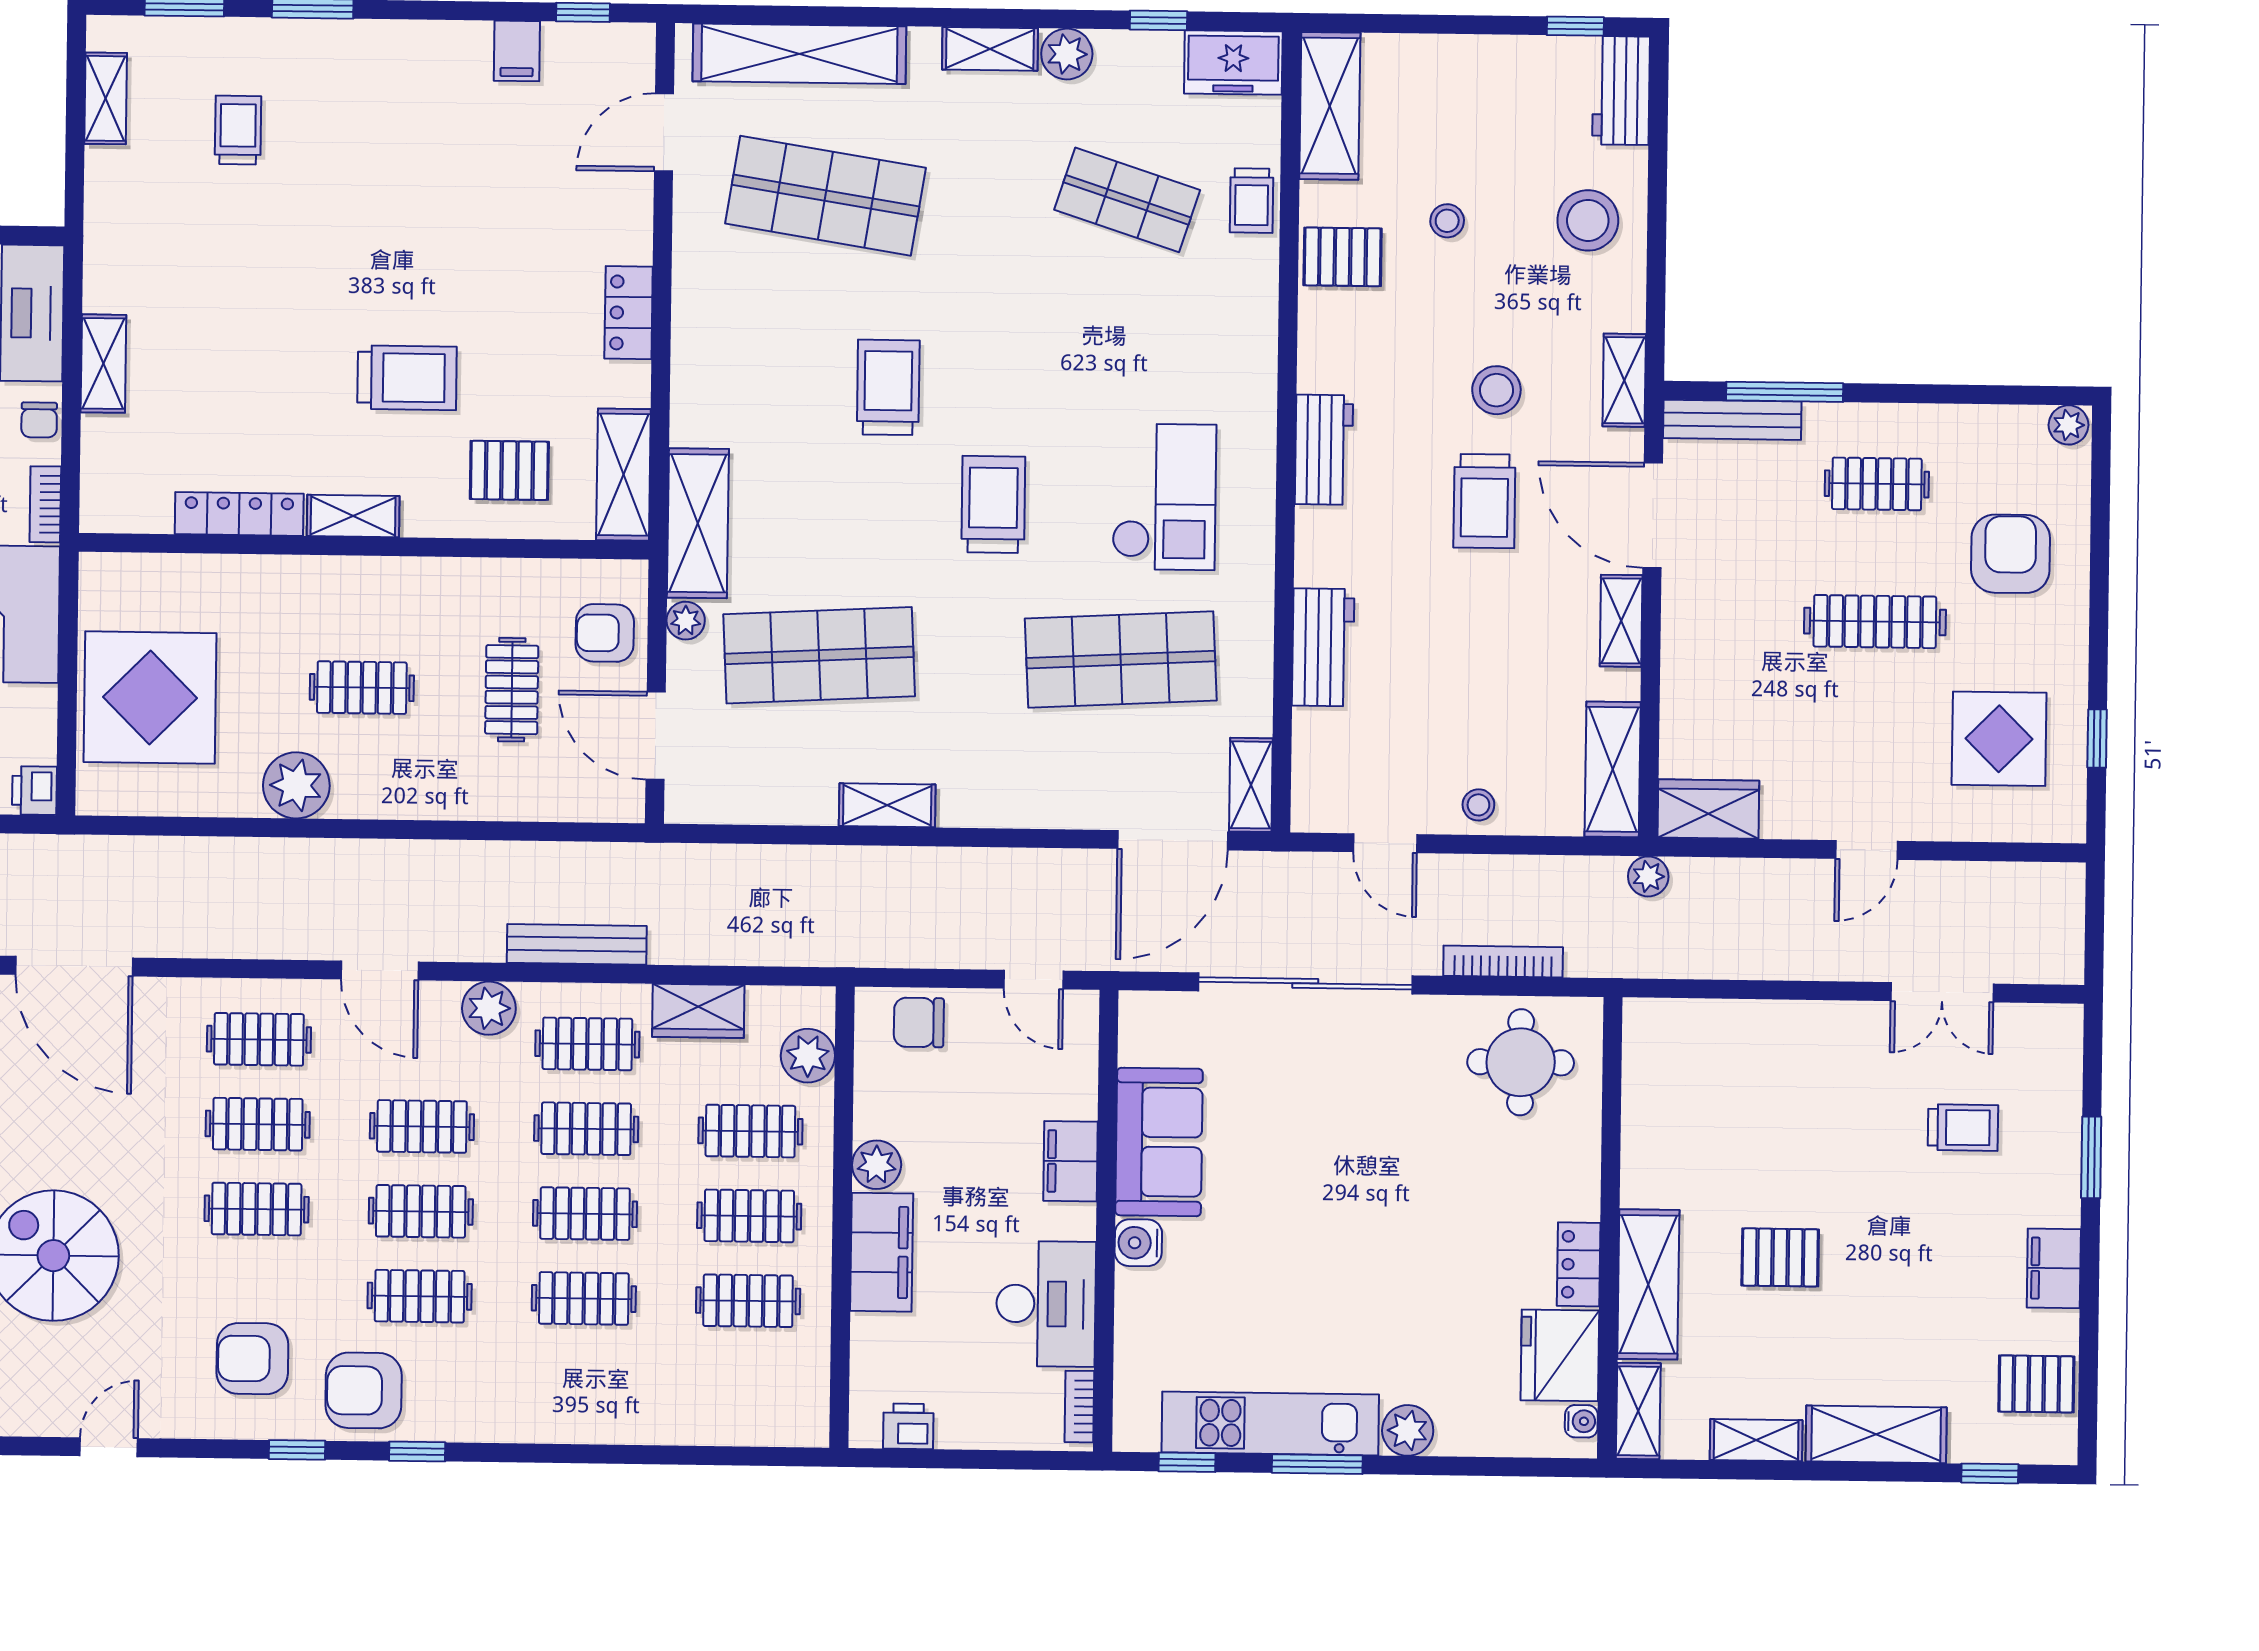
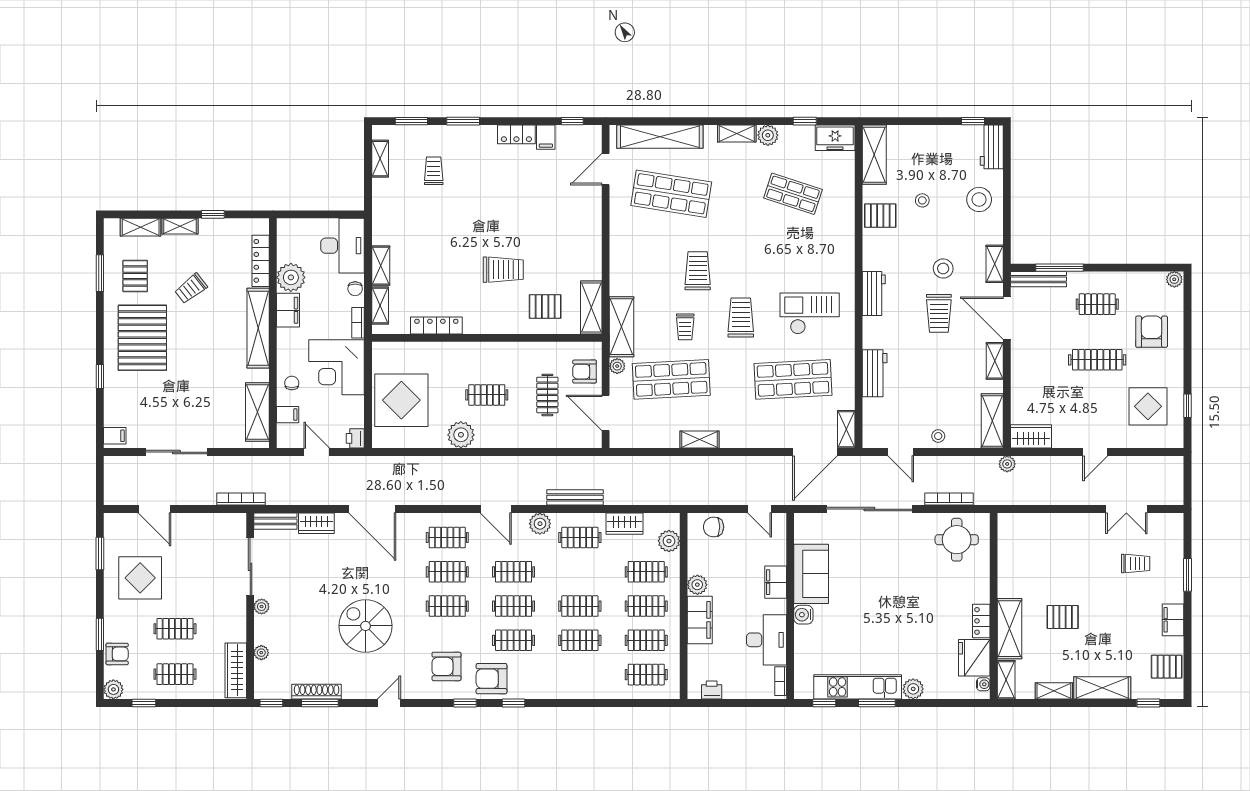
trolley: (1252, 201) -> (685, 327), moved
locker: (629, 313) -> (516, 134), moved, turned -90
checkout: (1164, 497) -> (810, 313), turned -90
shelving: (353, 516) -> (380, 306), moved, turned 90
clothes rail: (586, 1129) -> (646, 675), moved

